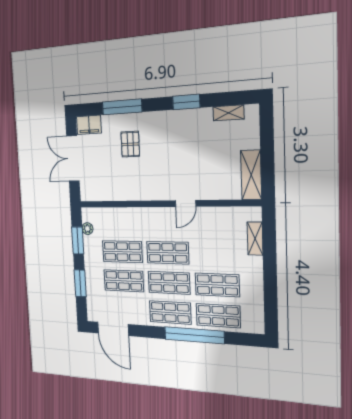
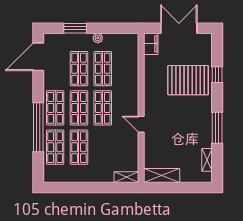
window: (186, 102) -> (217, 128), width x1.44
window: (122, 107) -> (217, 75), width x0.46
filing cabinet: (89, 125) -> (151, 44), moved, turned 180
pallet: (130, 144) -> (188, 80), width x2.05, depth x2.00
plant: (87, 229) -> (98, 38), moved
shelving: (255, 239) -> (126, 177), moved
window: (78, 241) -> (111, 28), removed

